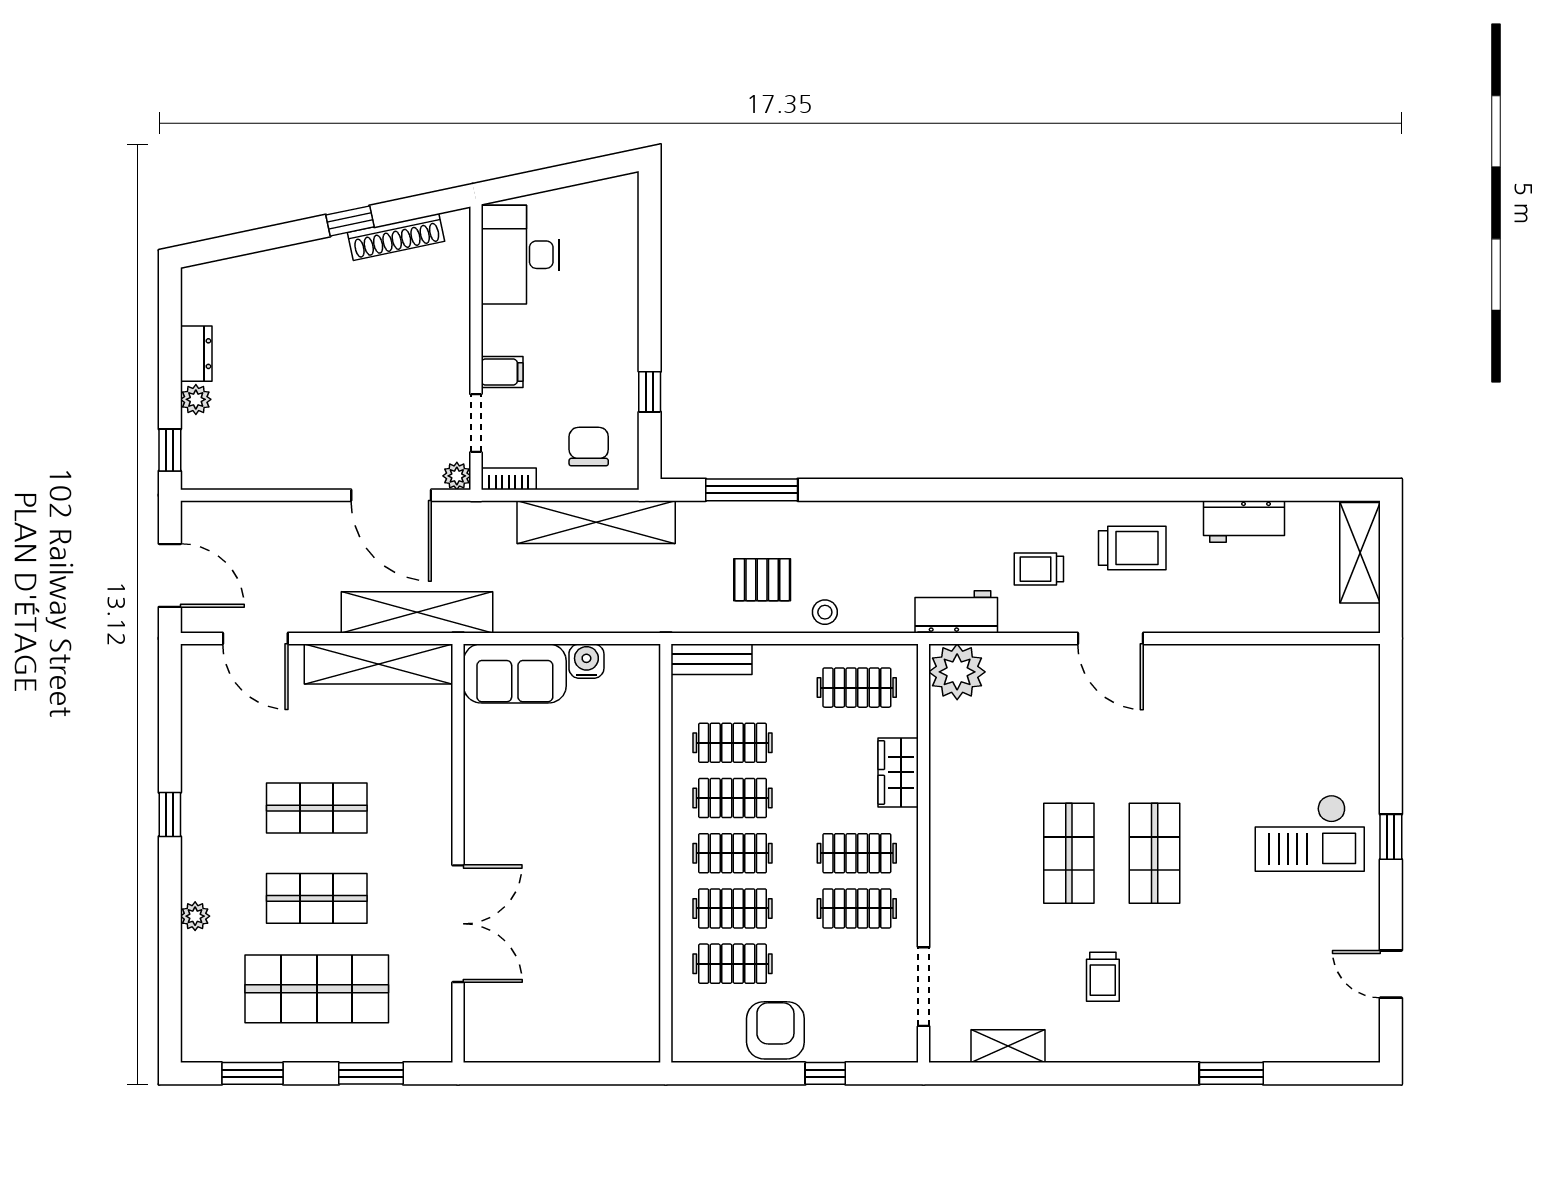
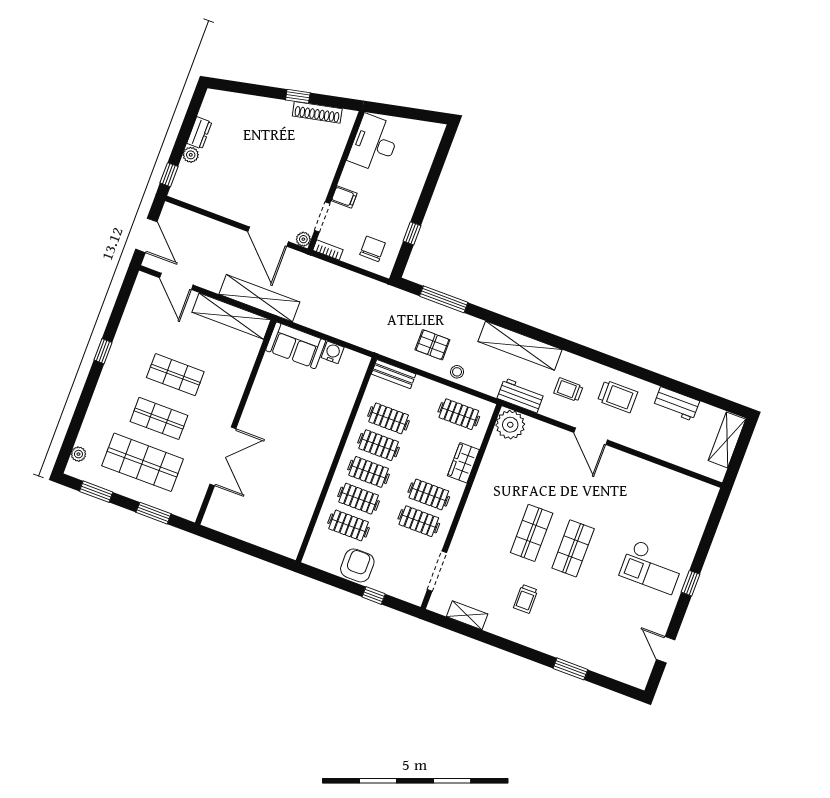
shelving: (596, 522) -> (520, 346), moved
plant: (195, 916) -> (78, 454), moved

